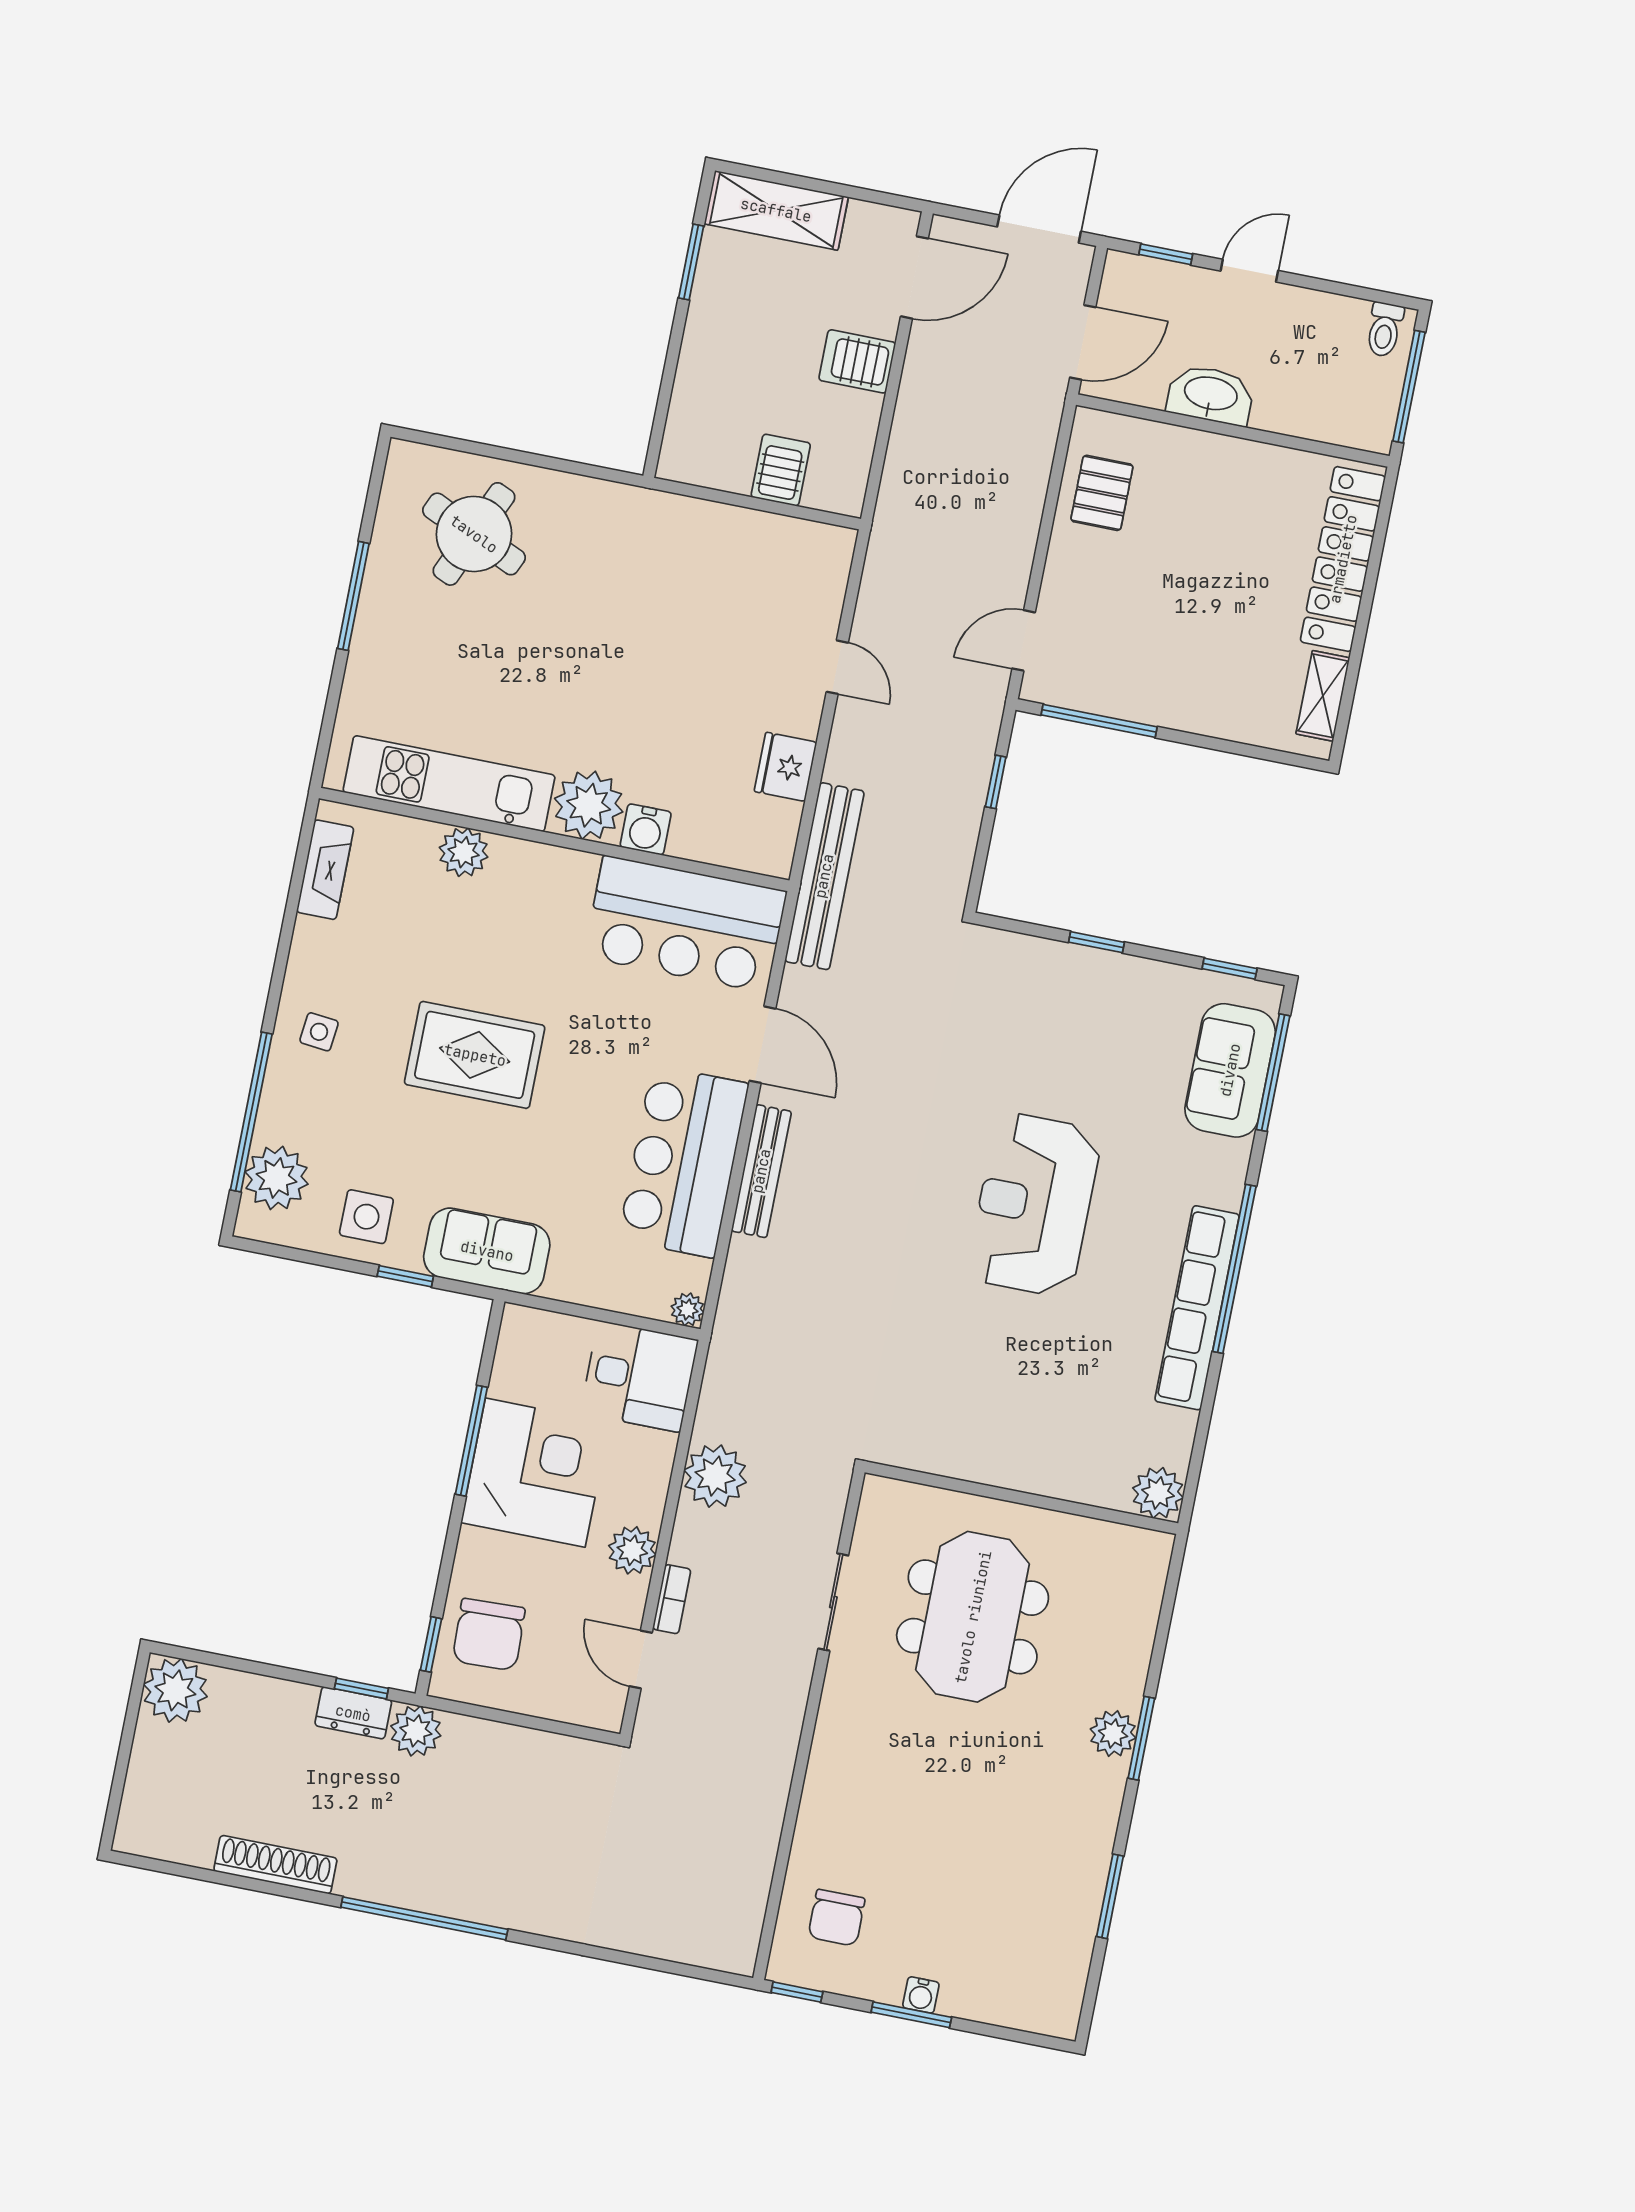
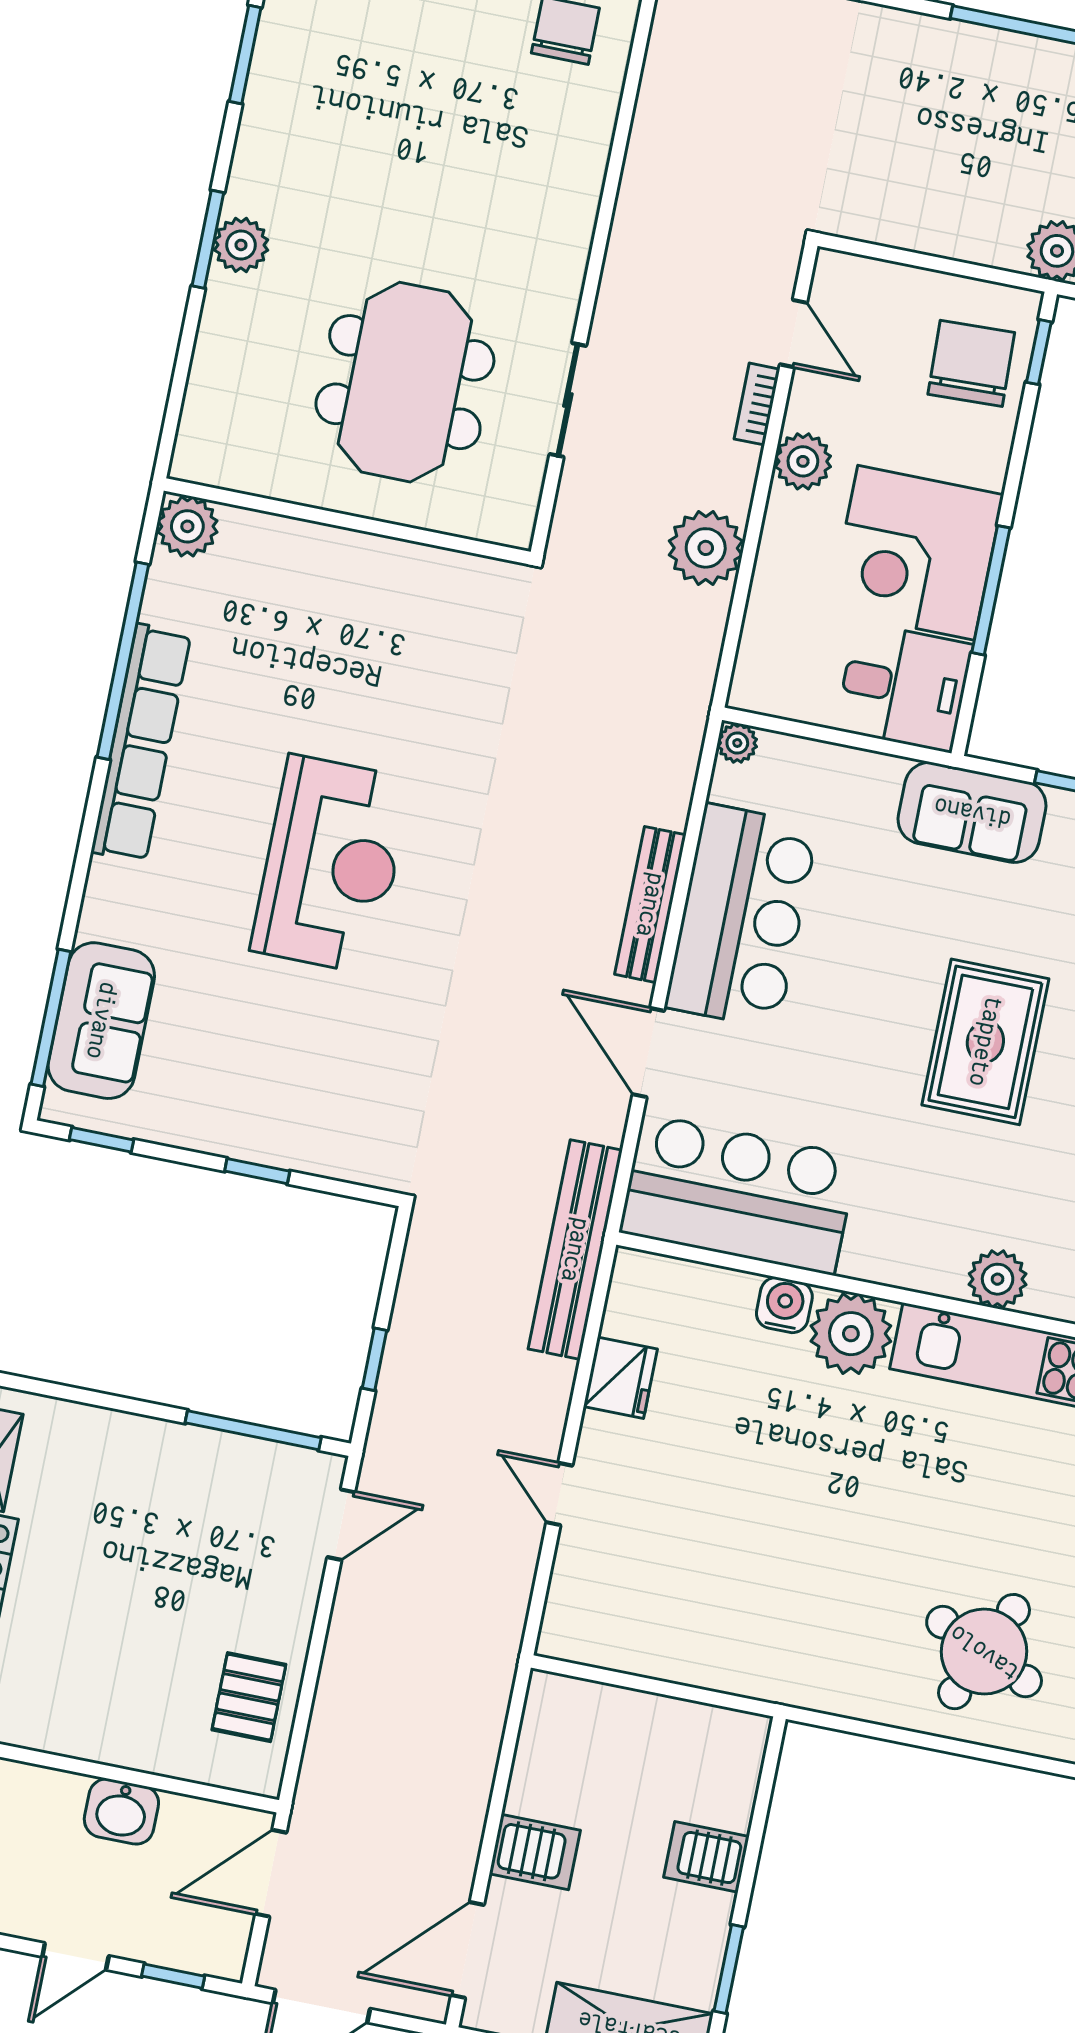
washbasin: (1211, 395) -> (121, 1811), width x0.72
server rack: (781, 470) -> (706, 1857), moved, turned 90
rug: (475, 1055) -> (985, 1042), turned 90
window: (1234, 1269) -> (123, 661), moved
desk: (639, 1376) -> (904, 687), moved, turned 180

